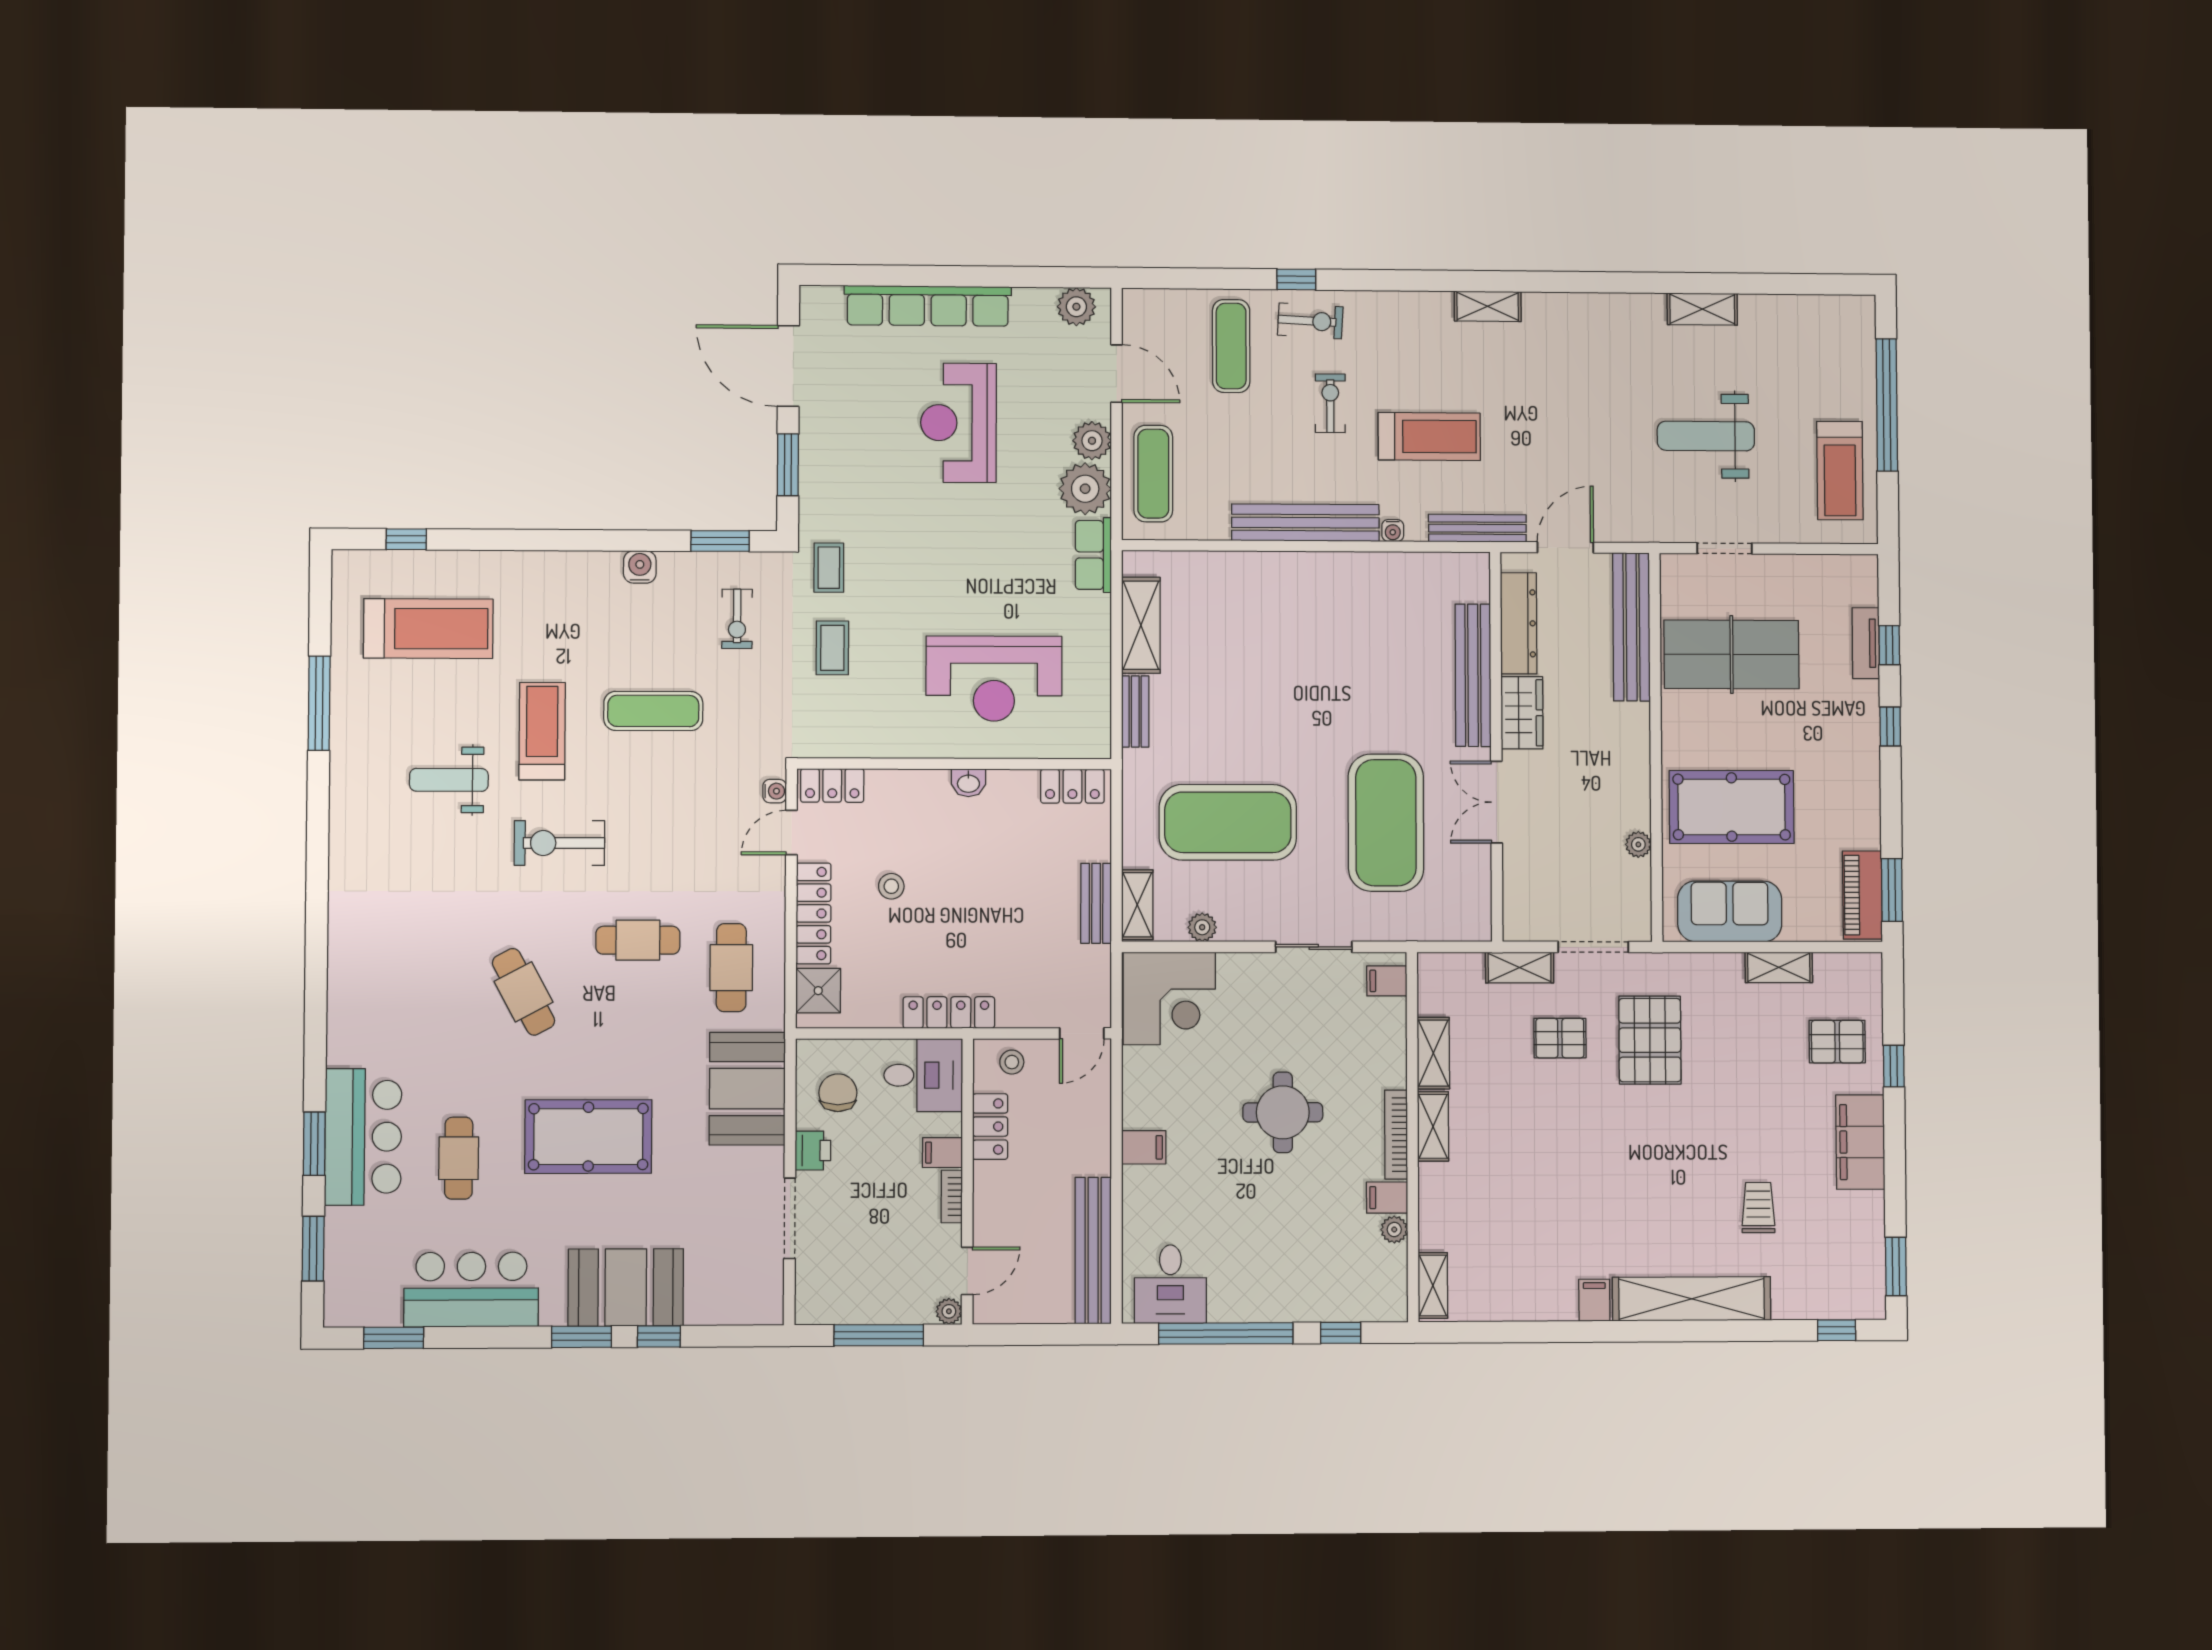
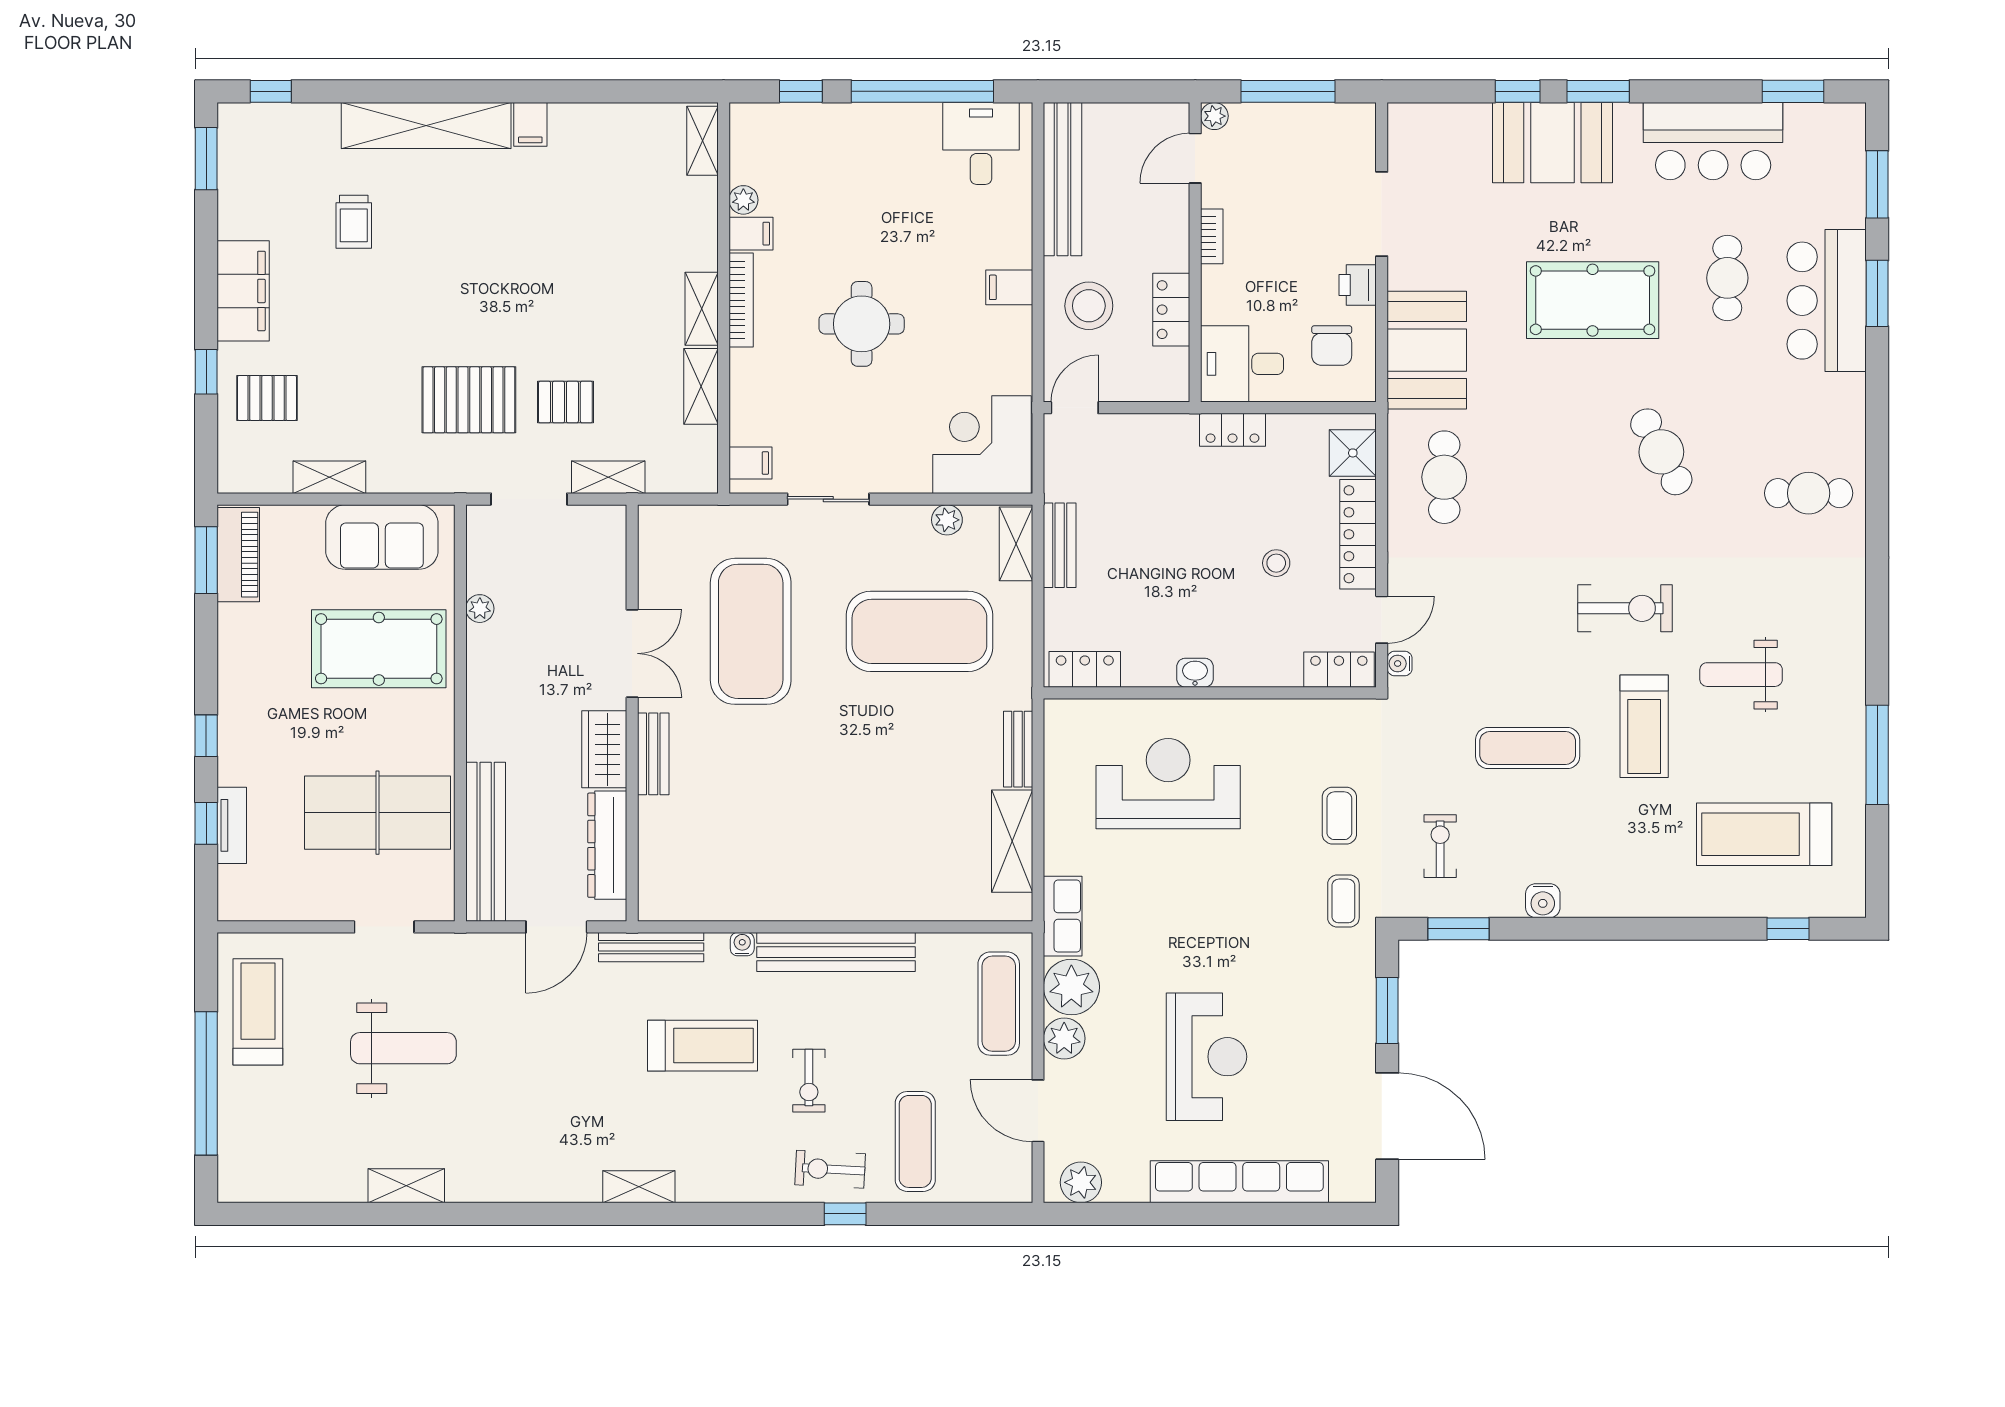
treadmill: (1429, 437) -> (703, 1046), turned 180
bench: (1473, 675) -> (653, 754), width x0.54, depth x0.82
weight bench: (449, 780) -> (1741, 675), turned 180
cafe table: (638, 940) -> (1809, 493), moved
locker: (949, 1013) -> (1232, 430), width x0.66
pallet: (1650, 1040) -> (469, 400), turned 90
stool: (1012, 1062) -> (1089, 306), moved, width x1.89, depth x1.89
filing cabinet: (942, 1153) -> (1222, 282), removed

